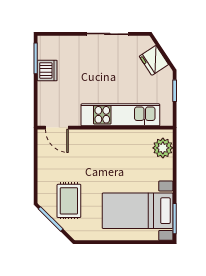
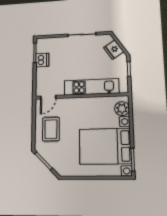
door: (57, 128) -> (48, 97), hinge flipped
rug: (69, 201) -> (51, 129), moved
bed with nightstands: (138, 211) -> (105, 146), width x1.36

